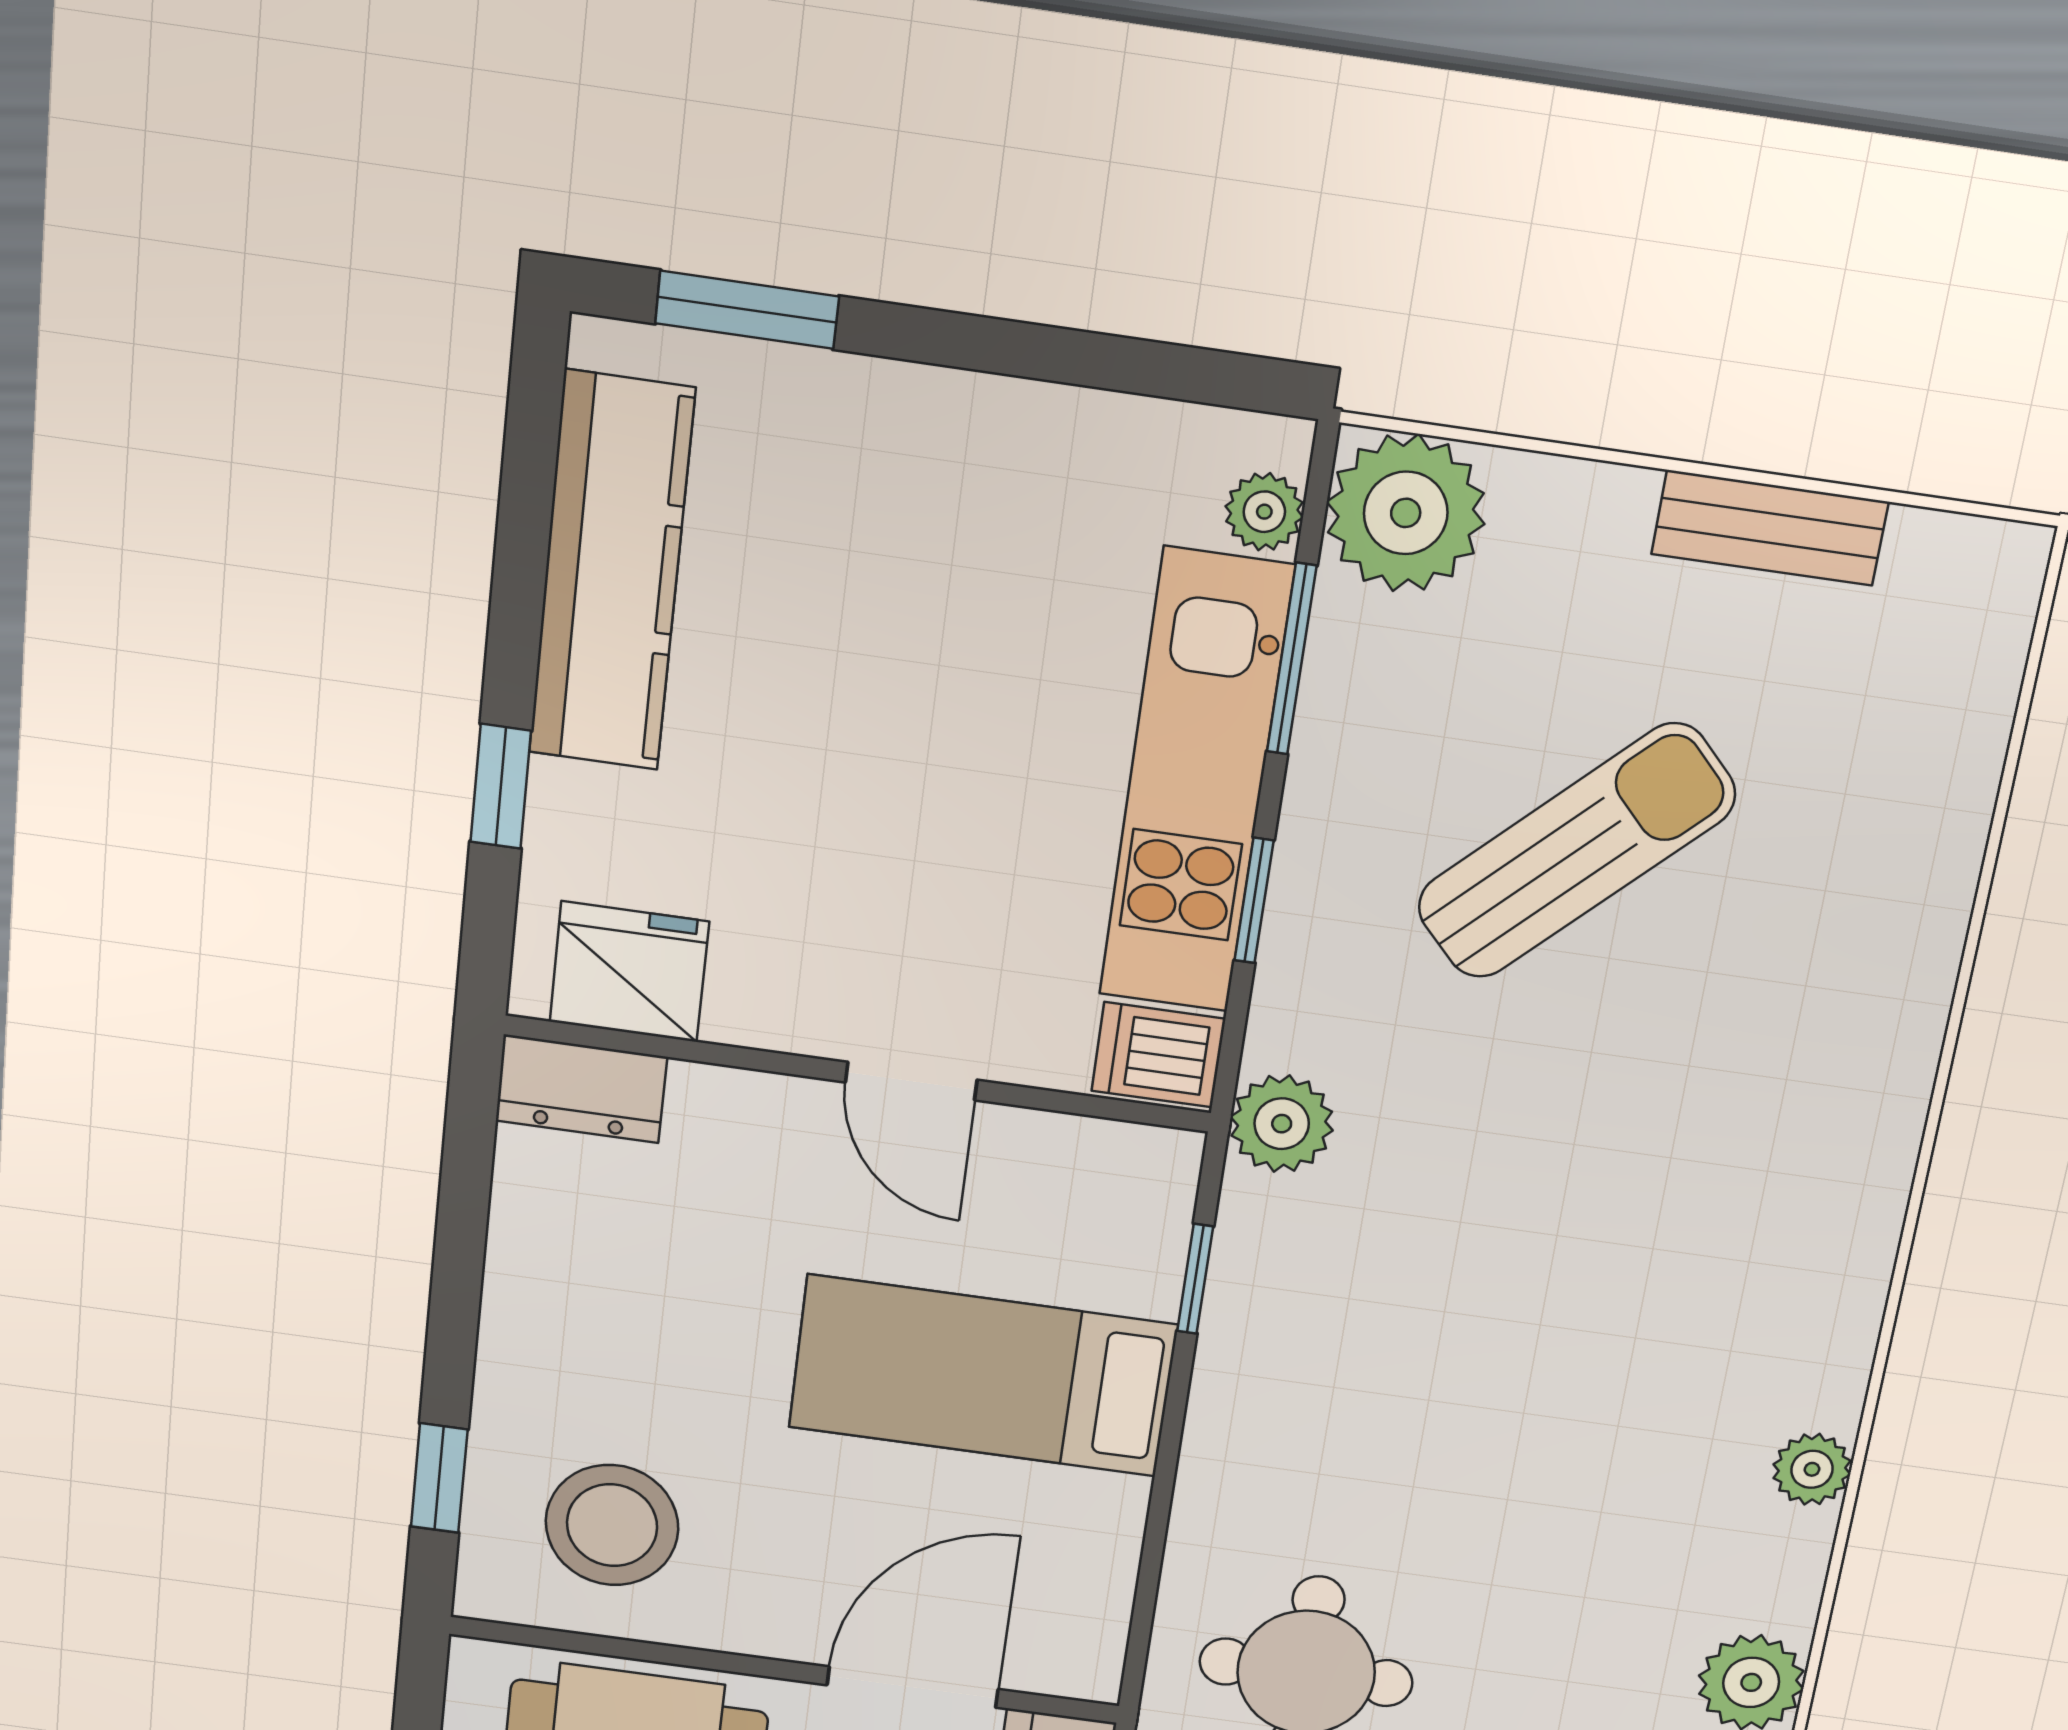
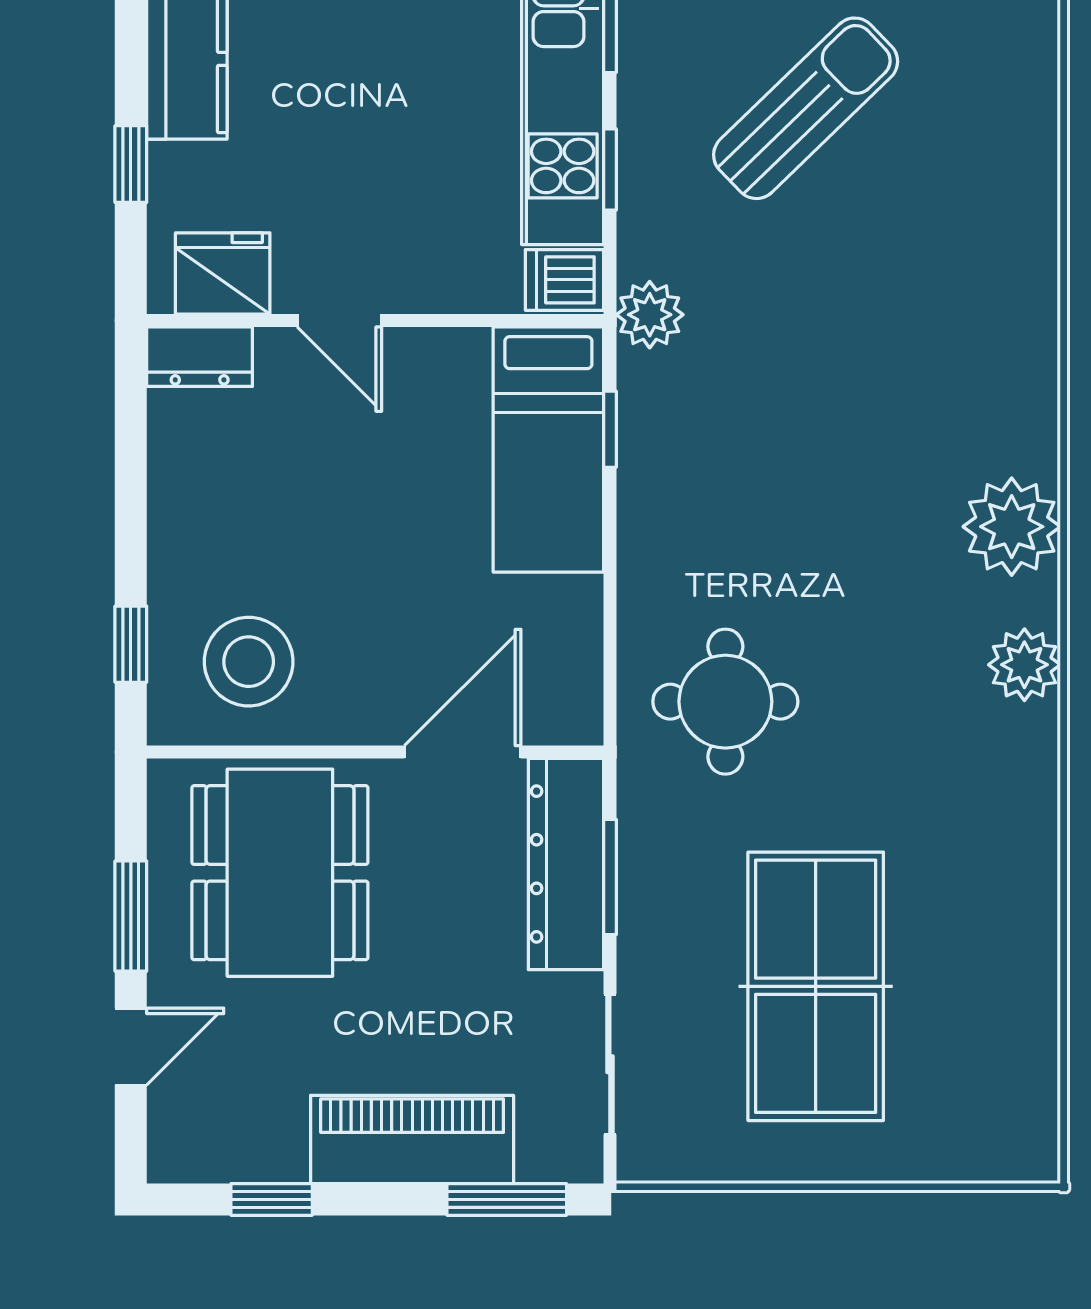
door: (911, 1081) -> (339, 321), moved
bed: (983, 1376) -> (548, 450), moved, turned -90
plant: (1812, 1469) -> (1012, 527), width x1.88, depth x1.88

